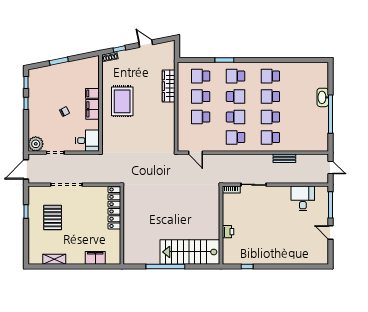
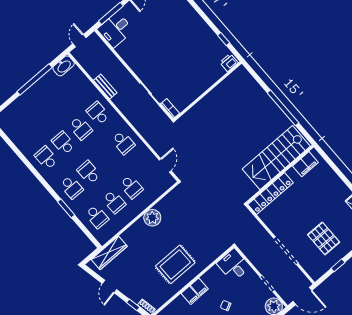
school desk: (270, 76) -> (46, 158), turned 180
wardrobe: (169, 86) -> (109, 253), moved
school desk: (270, 97) -> (63, 143), turned 180
washbasin: (323, 97) -> (64, 66), moved
filing cabinet: (93, 109) -> (199, 287), width x0.50
plant: (167, 113) -> (152, 218), added
school desk: (236, 117) -> (106, 157), removed
school desk: (270, 137) -> (98, 113), turned 180
desk: (303, 198) -> (115, 30), moved
pallet: (53, 218) -> (324, 238), turned 90
printer: (228, 232) -> (229, 63), moved
stairs: (190, 252) -> (276, 158), moved, turned 90
filing cabinet: (95, 258) -> (305, 164), moved, turned -90

